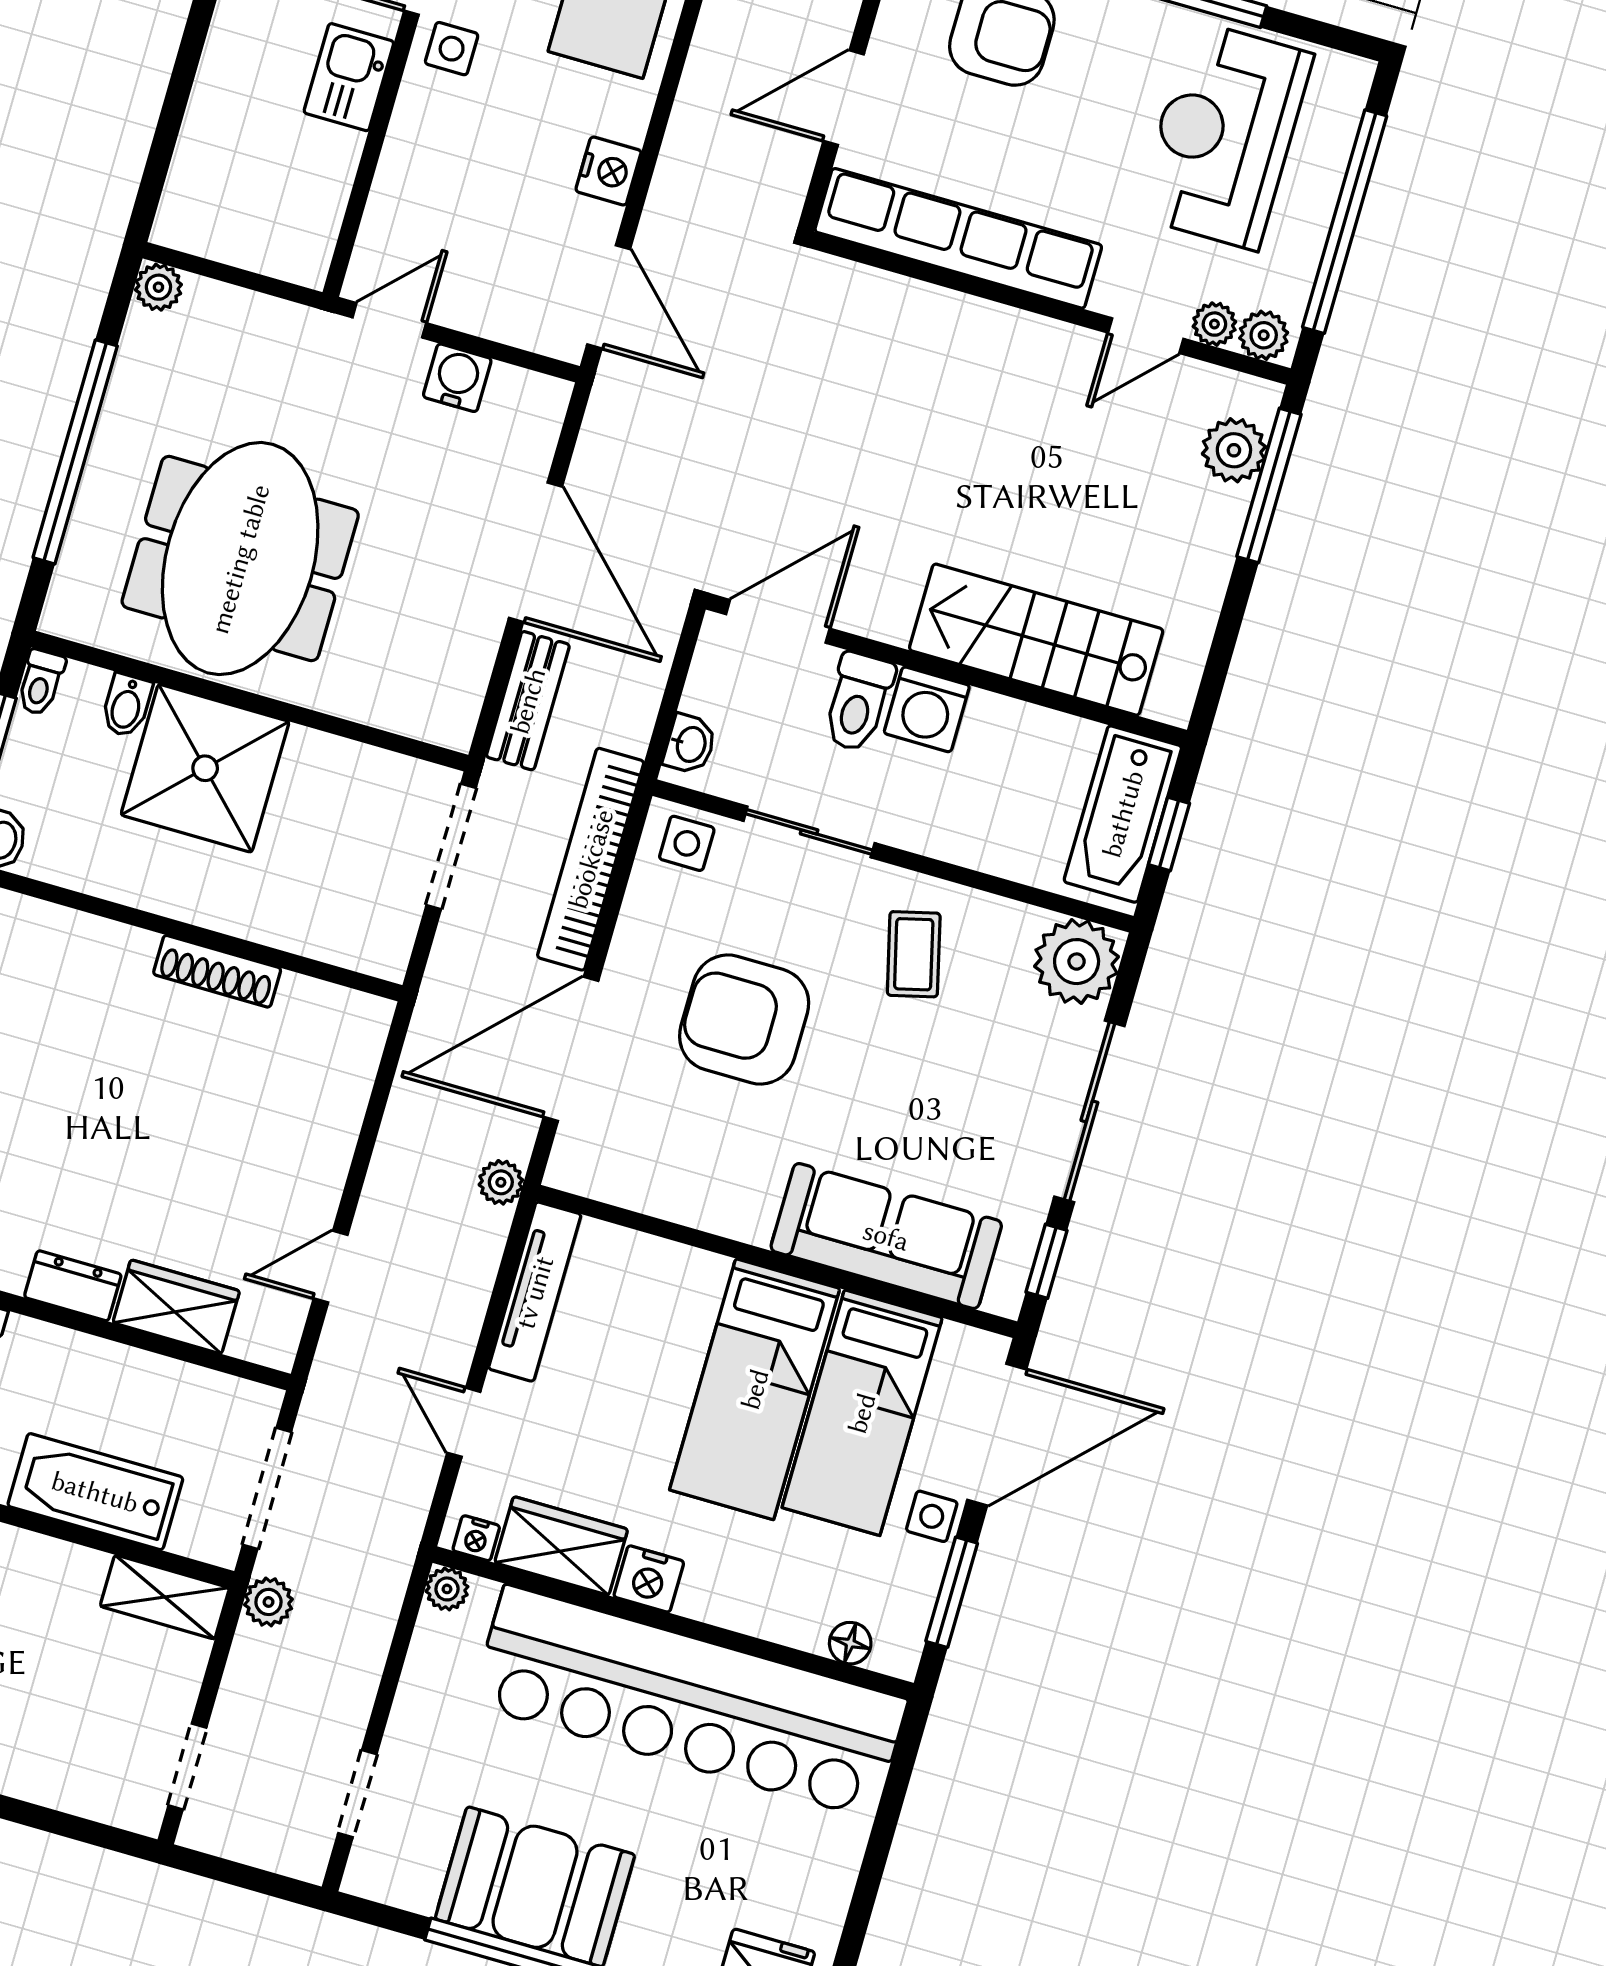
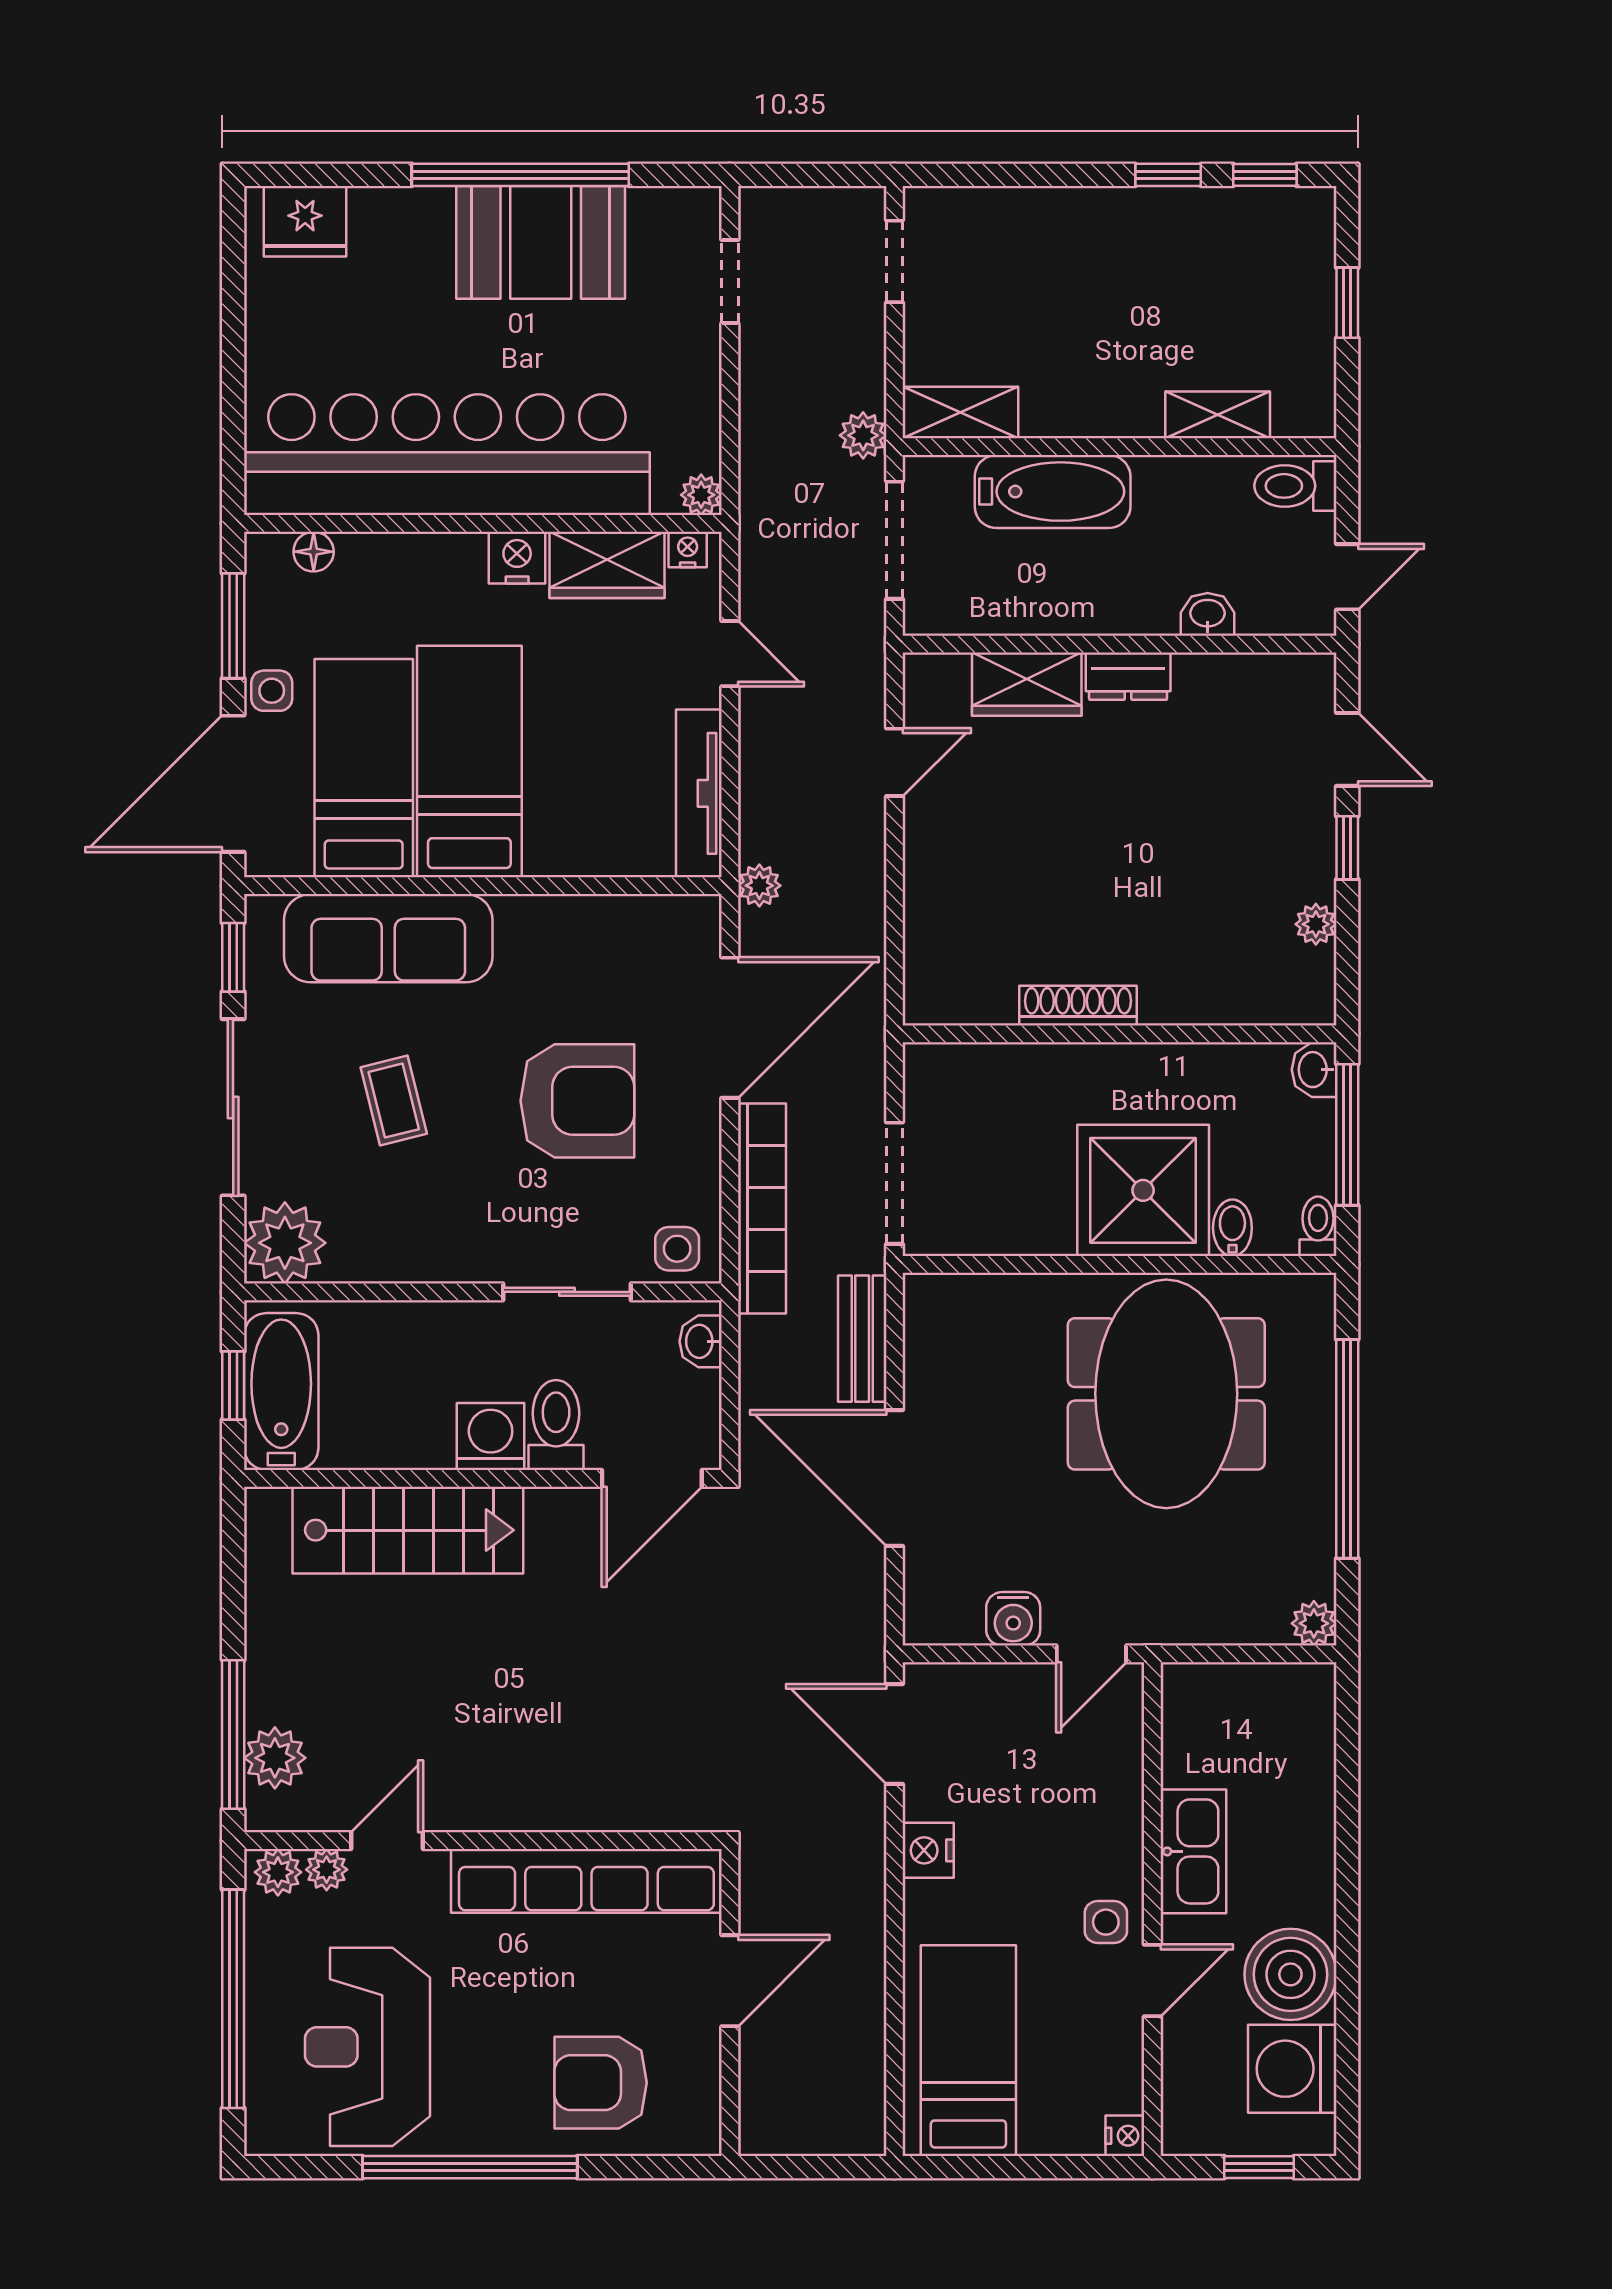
kitchen sink: (349, 77) -> (1193, 1851), width x1.38
reception desk: (1224, 135) -> (367, 2047), turned 180
coffee table: (914, 954) -> (394, 1101), moved

